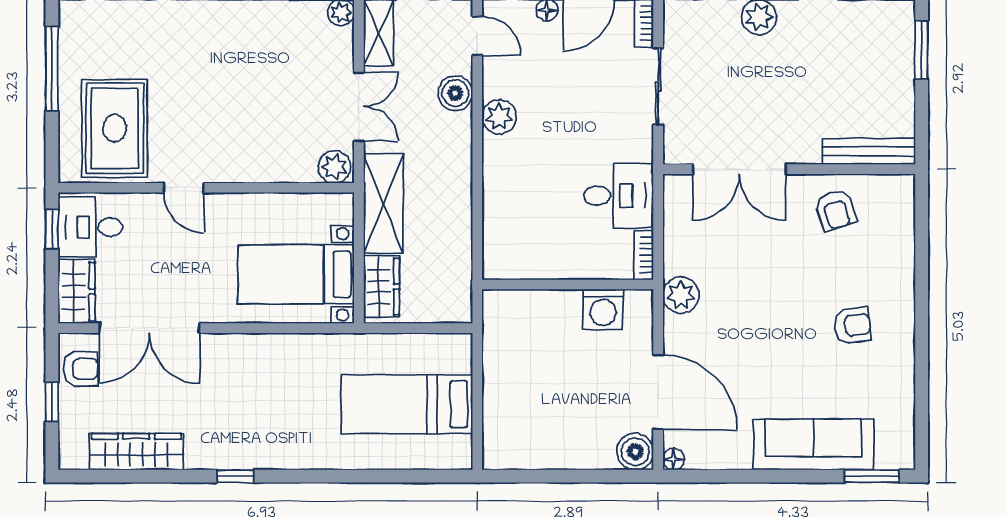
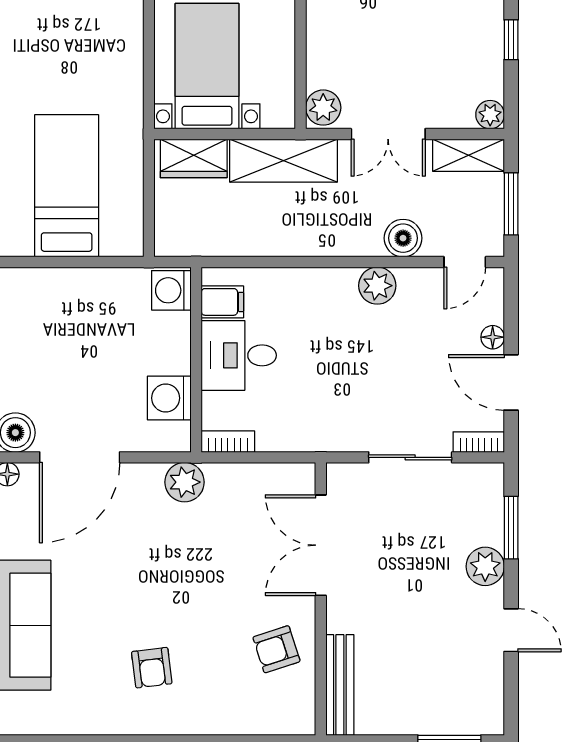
desk: (619, 196) -> (239, 355), moved, turned 90
filing cabinet: (514, 260) -> (222, 302), added
washing machine: (503, 307) -> (171, 290), added

